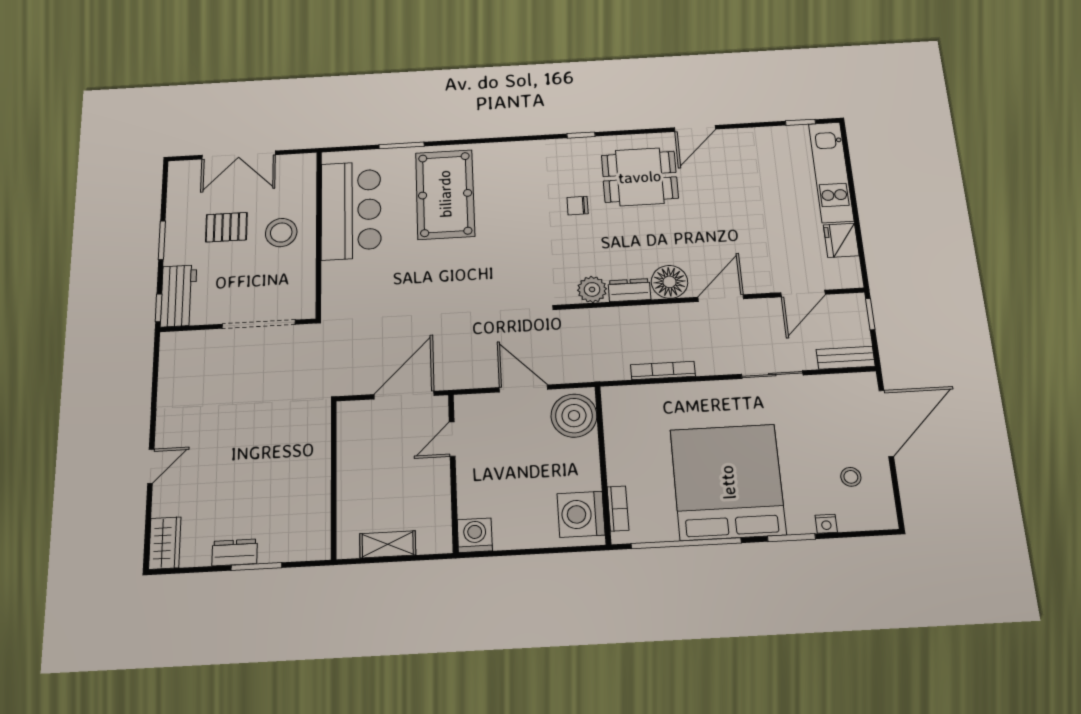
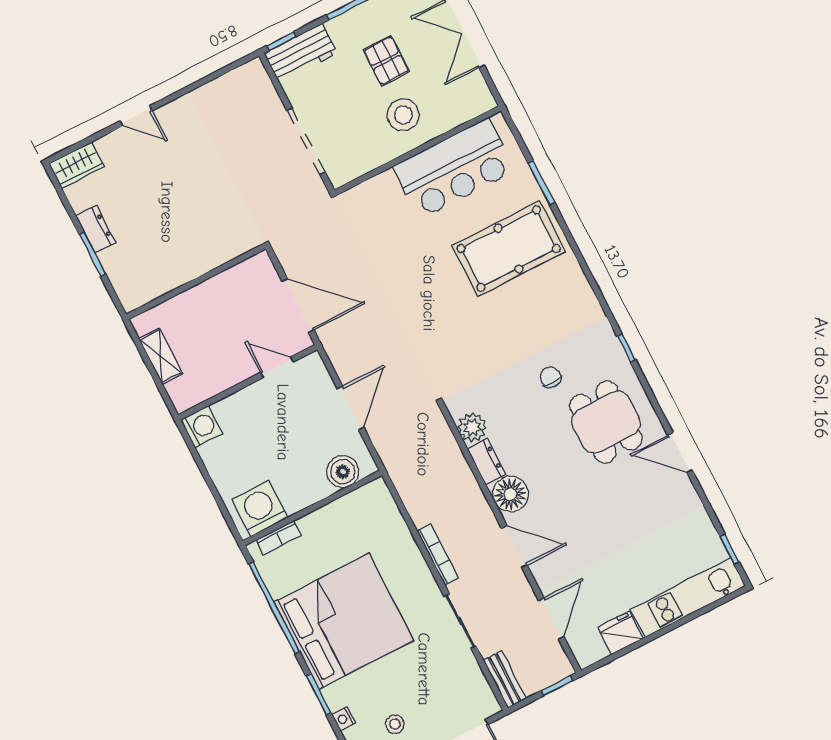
door: (803, 293) -> (551, 619), swing flipped
bookcase: (663, 370) -> (438, 555), moved
boiler: (574, 416) -> (343, 472), width x0.73, depth x0.73

